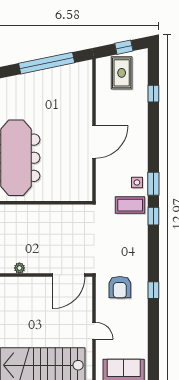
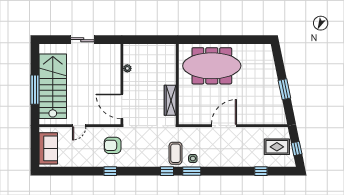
window: (47, 63) -> (284, 89), width x0.47
door: (94, 142) -> (224, 126), swing flipped
wardrobe: (61, 212) -> (170, 100), added

